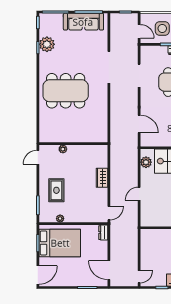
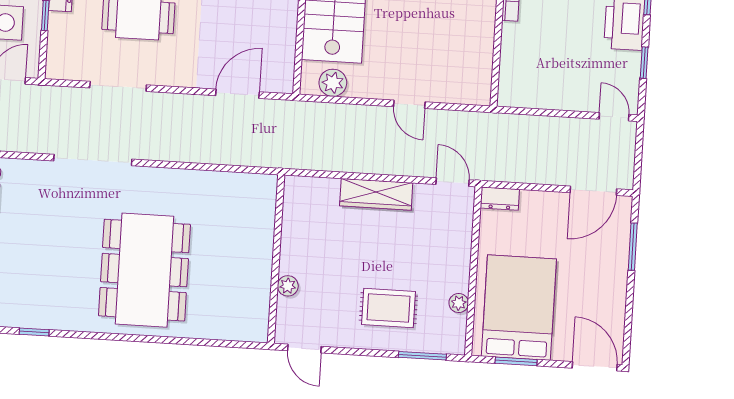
plant: (47, 44) -> (27, 309), removed
wardrobe: (102, 178) -> (376, 194), width x1.50

